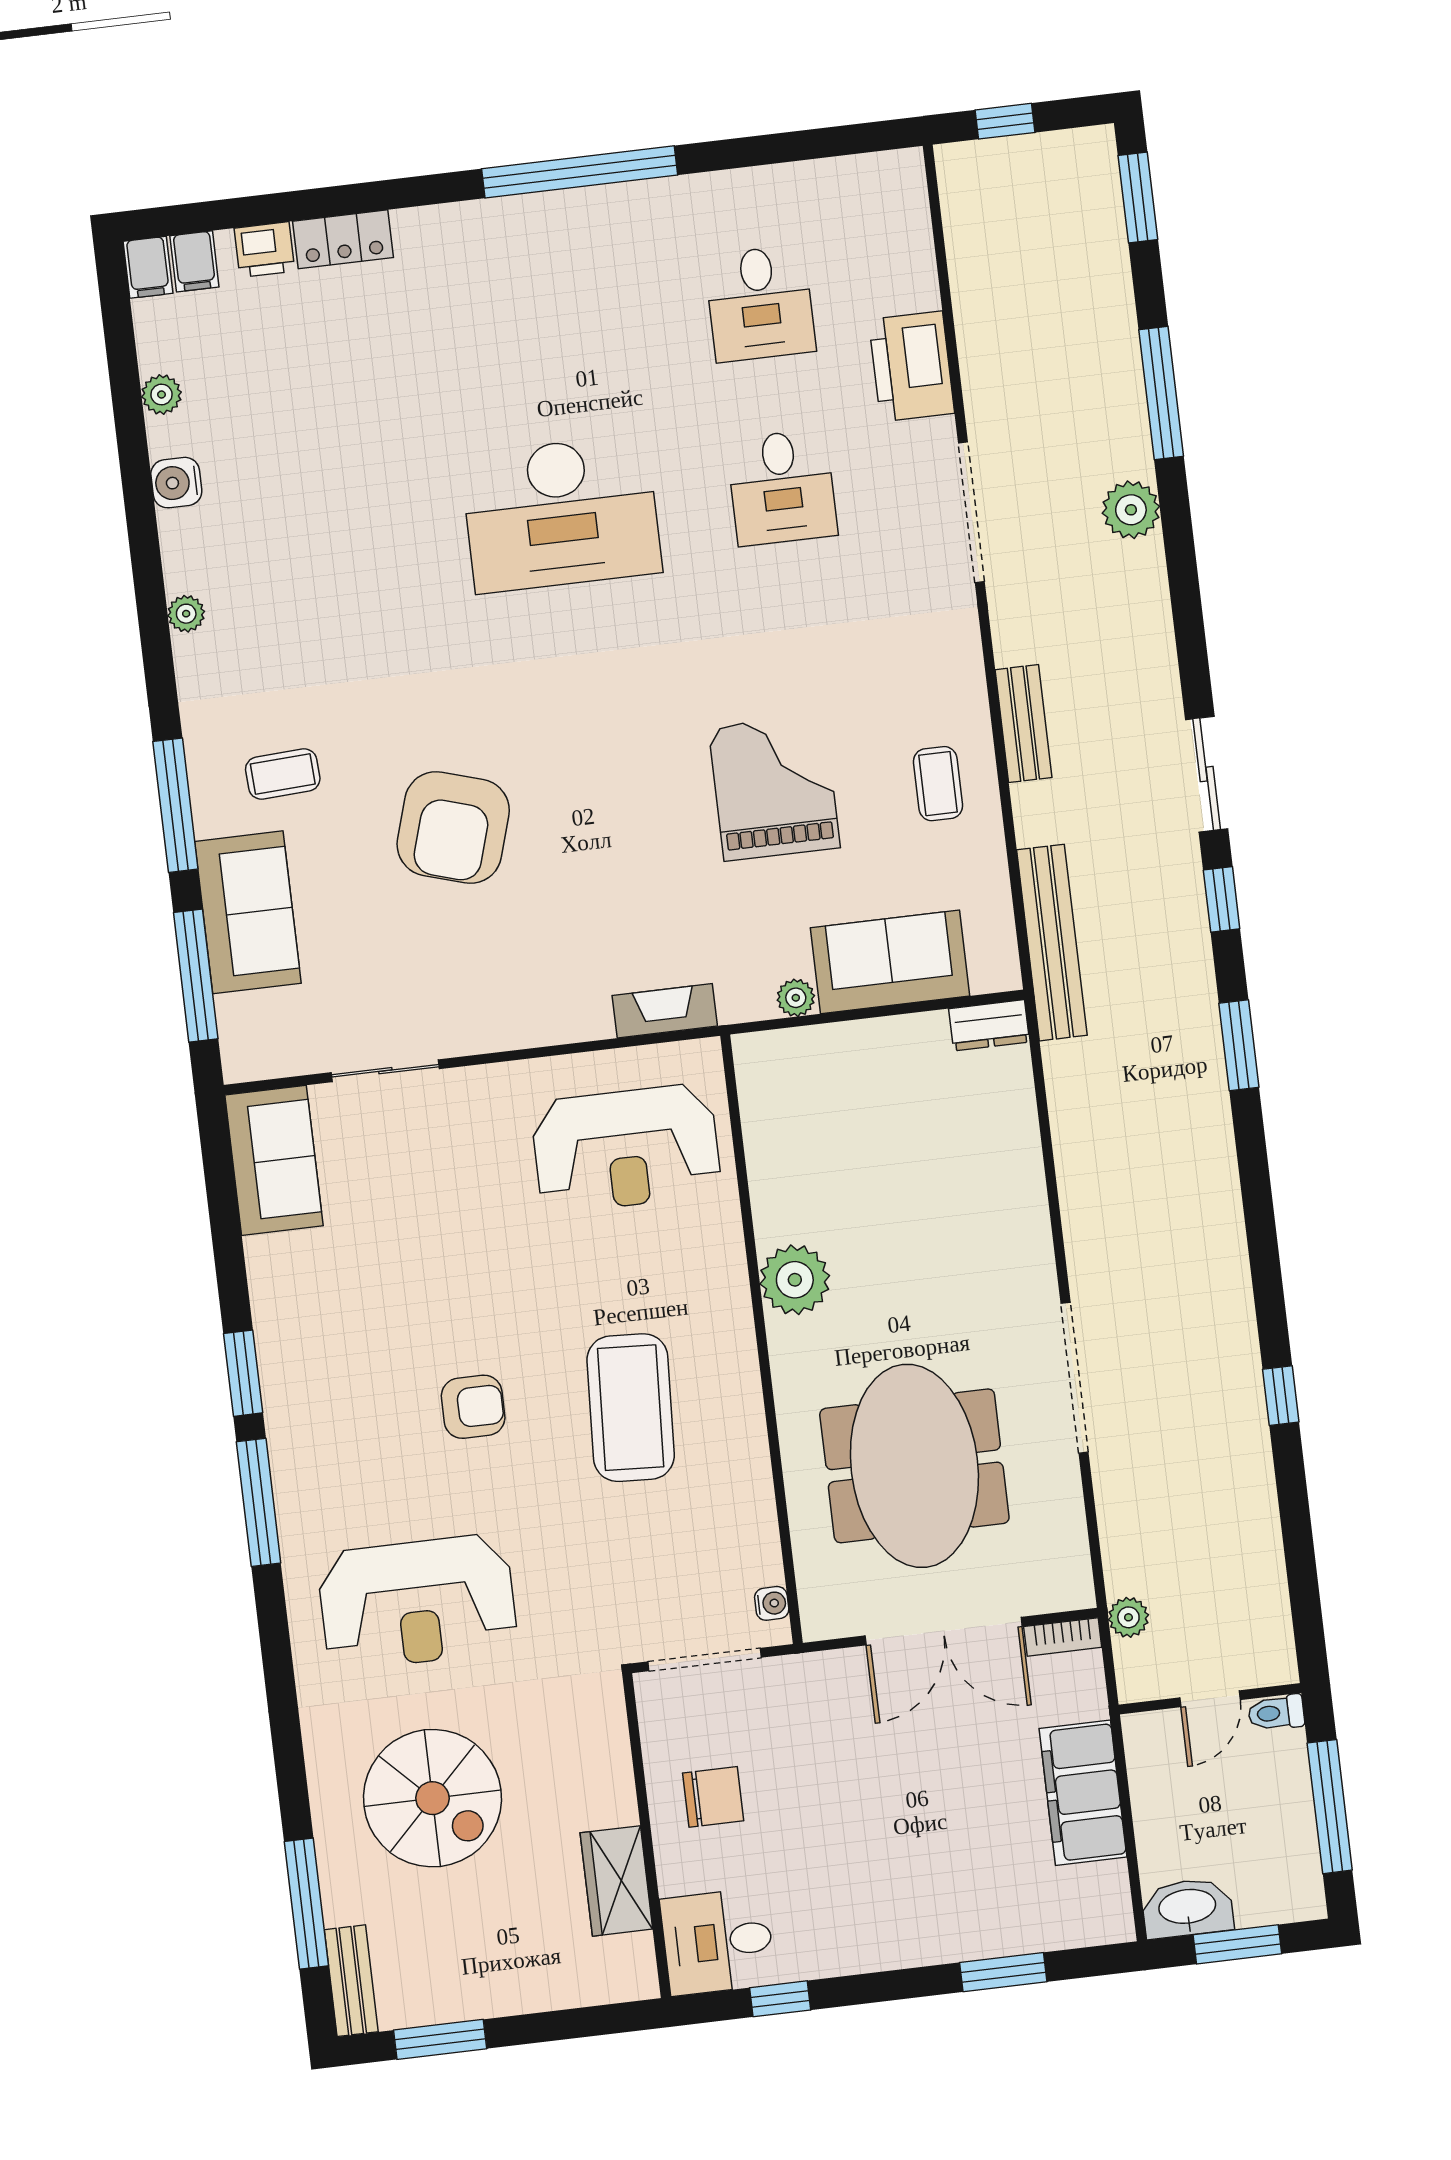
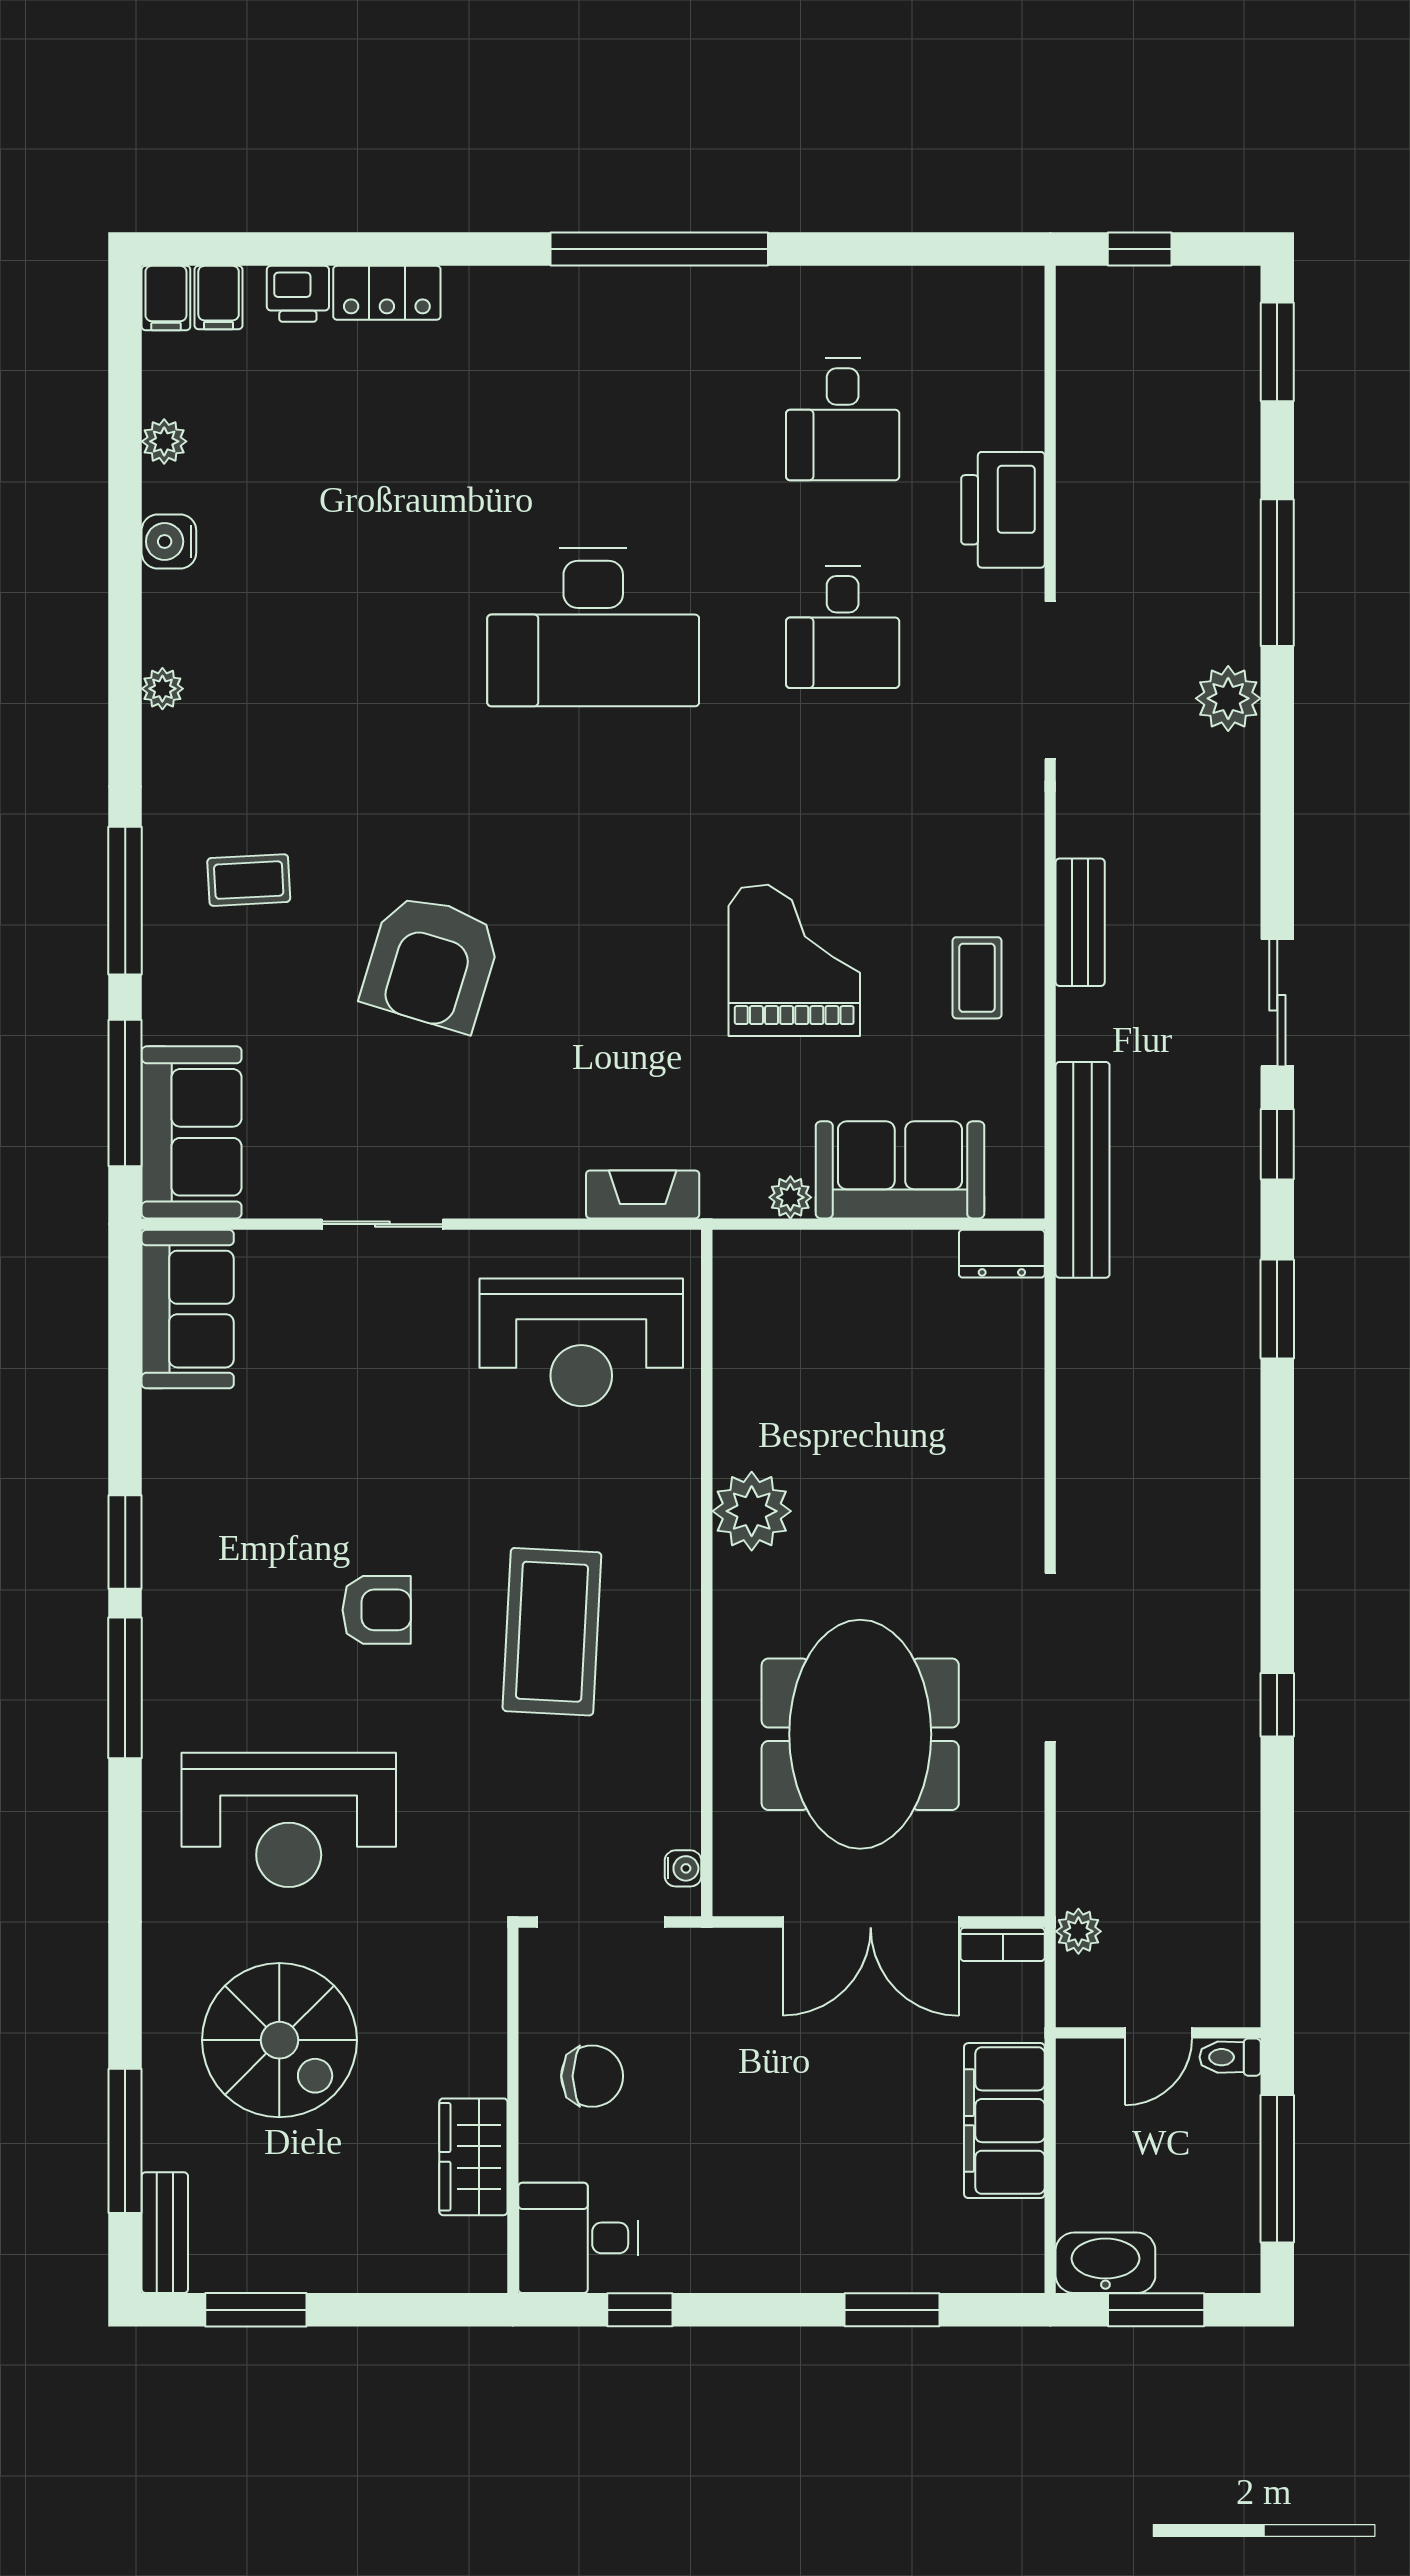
sofa: (248, 912) -> (192, 1132), moved
sliding door: (385, 1071) -> (382, 1224), moved

